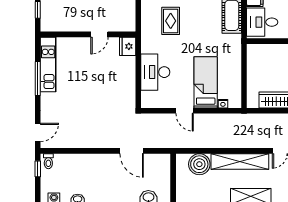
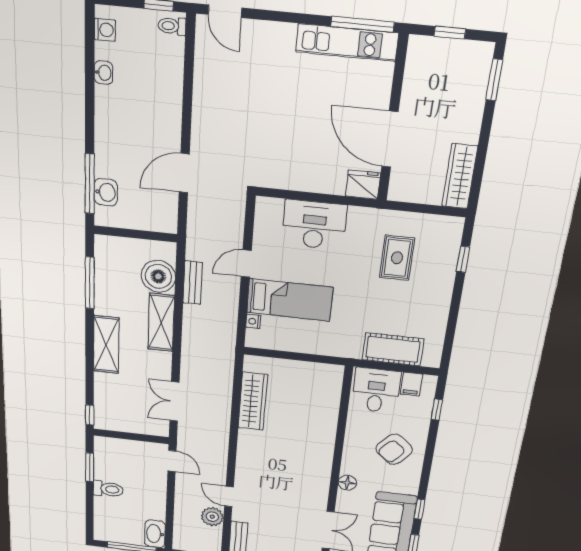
rug: (171, 21) -> (397, 258), turned 90
door: (99, 34) -> (390, 139), width x1.88
window: (38, 79) -> (362, 24), moved
bench: (201, 143) -> (193, 283), added
shelving: (240, 161) -> (161, 322), width x0.68

